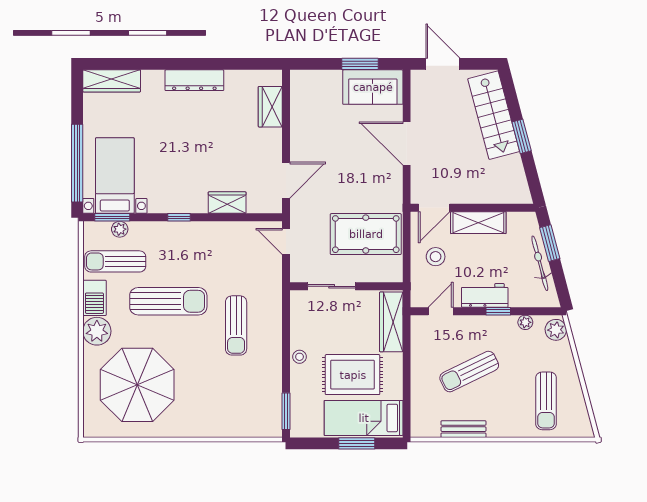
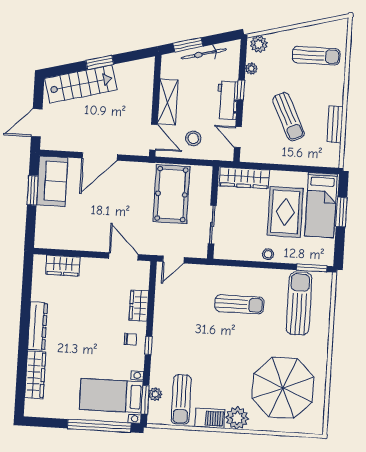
wardrobe: (112, 81) -> (35, 375), moved
chair: (185, 195) -> (130, 339), added
sun lounger: (168, 301) -> (299, 303), moved

